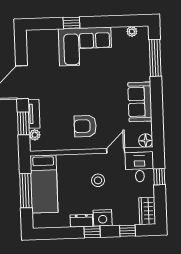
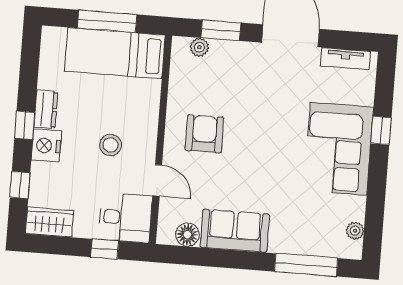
tv unit: (34, 114) -> (345, 59), moved
floor lamp: (146, 141) -> (187, 235), moved

